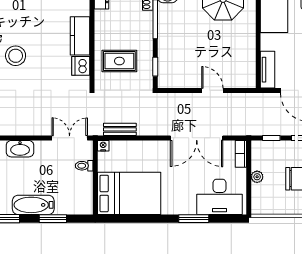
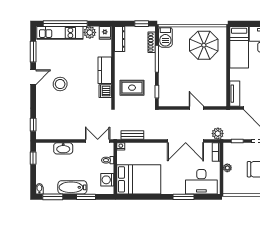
plant: (243, 127) -> (218, 134), added
washing machine: (84, 194) -> (107, 180), added

